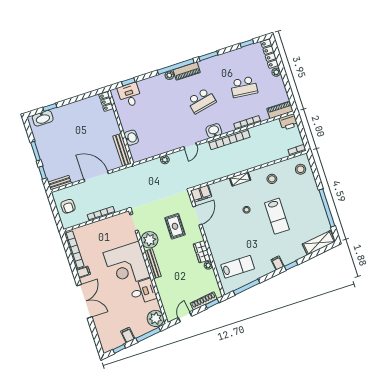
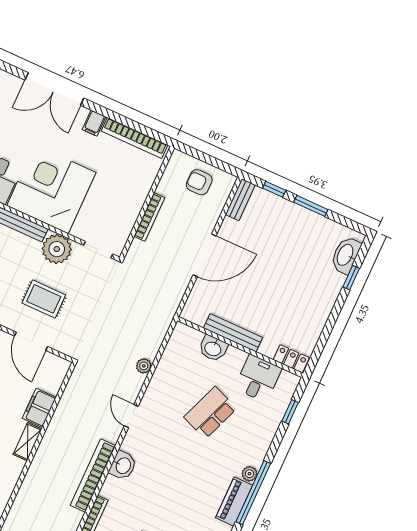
desk: (130, 95) -> (258, 378), moved, turned -90
school desk: (201, 101) -> (210, 413), moved, turned 33
bench: (122, 150) -> (233, 333), moved
filing cabinet: (201, 194) -> (39, 408), moved

